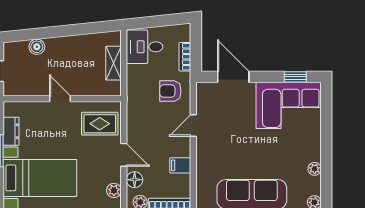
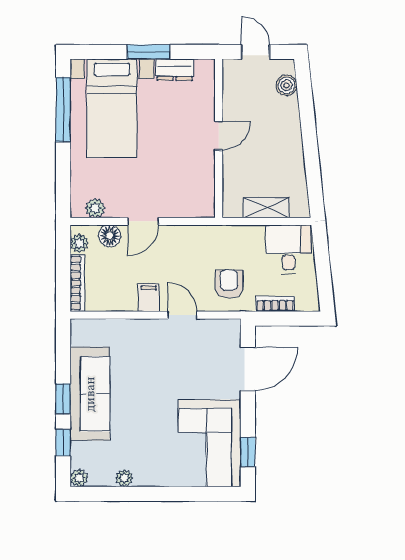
boiler: (37, 47) -> (286, 85), moved
rug: (100, 124) -> (185, 189), removed
filing cabinet: (180, 165) -> (149, 298), moved

